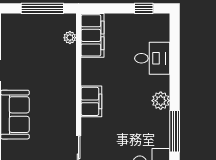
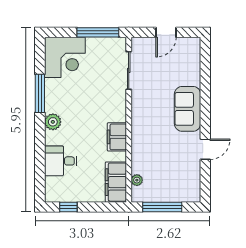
filing cabinet: (91, 101) -> (117, 137), moved

